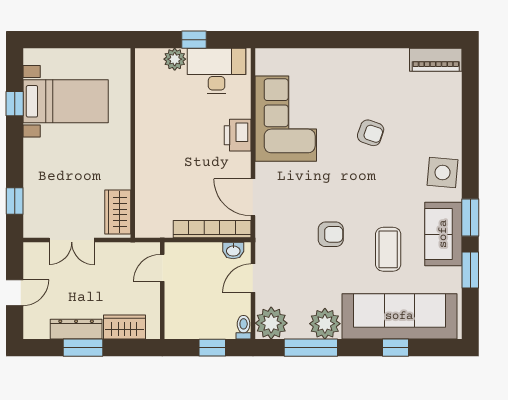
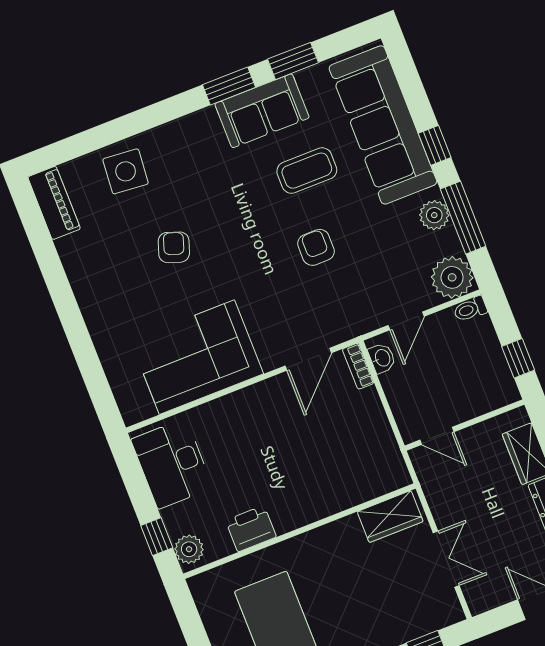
window: (194, 40) -> (157, 537), moved
plant: (175, 59) -> (189, 549), moved
printer: (238, 135) -> (251, 529), moved, turned 180
side table: (443, 173) -> (126, 171), moved
bookcase: (212, 229) -> (358, 366), width x0.43, depth x0.76
door: (253, 278) -> (406, 321), hinge flipped
plant: (325, 324) -> (434, 215), width x0.73, depth x0.73
window: (212, 348) -> (518, 358), moved
window: (396, 348) -> (435, 145), moved

